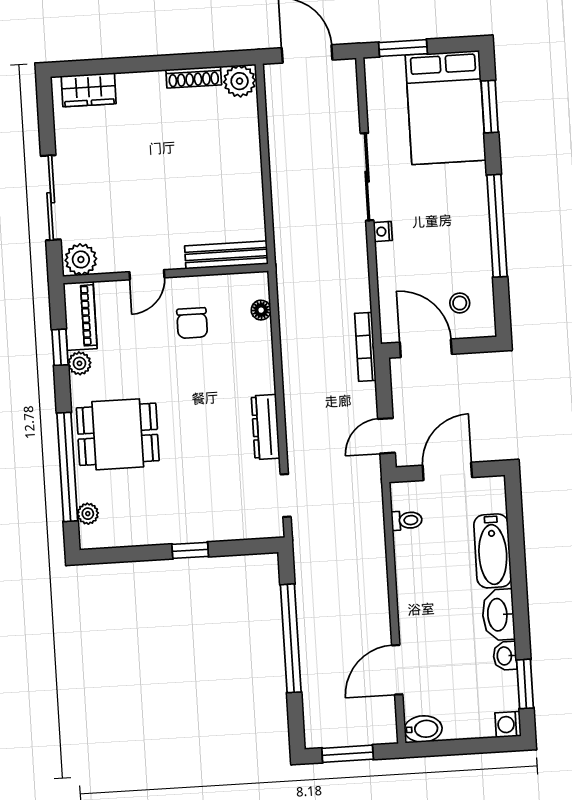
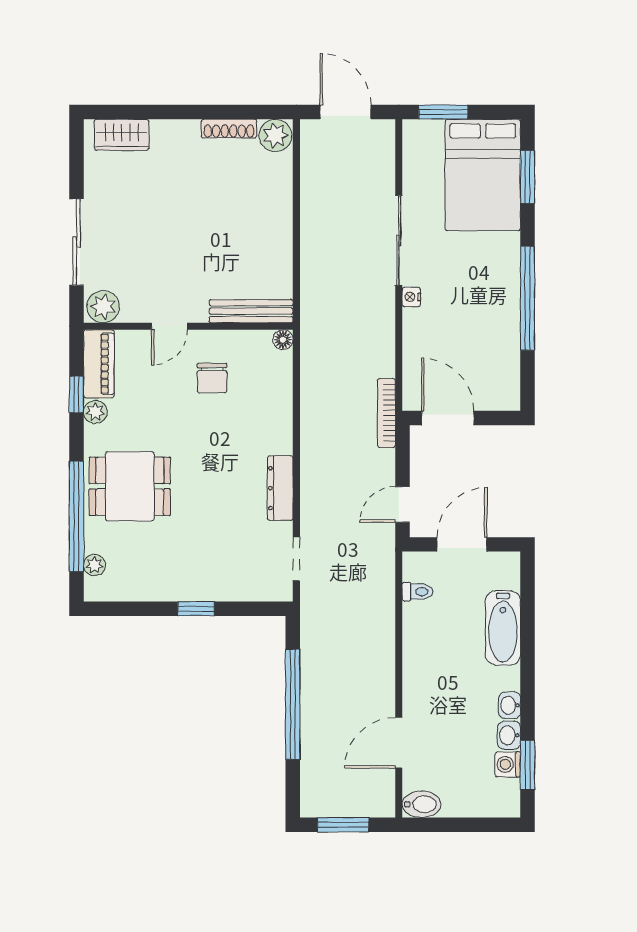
stool: (460, 303) -> (485, 374), removed
floor lamp: (261, 310) -> (283, 340), moved
washbasin: (498, 615) -> (510, 705), width x0.52, depth x0.69
washing machine: (508, 724) -> (508, 764), moved

